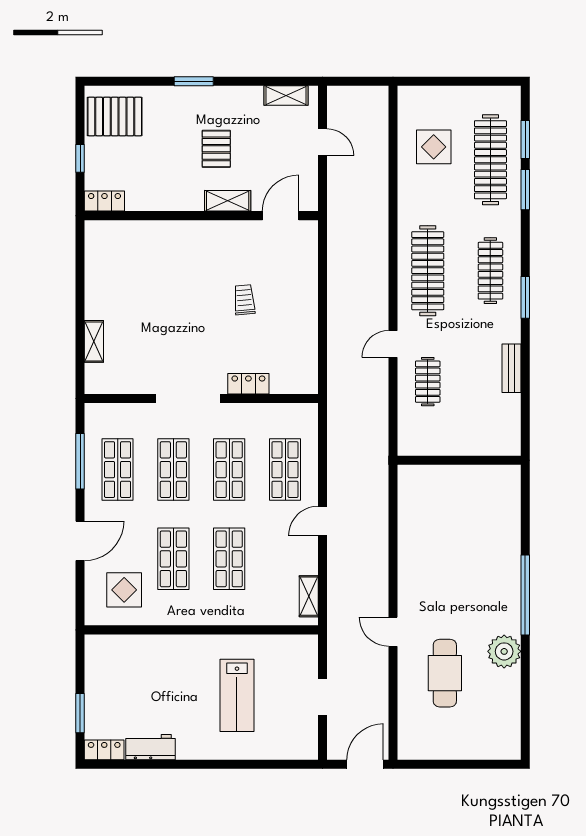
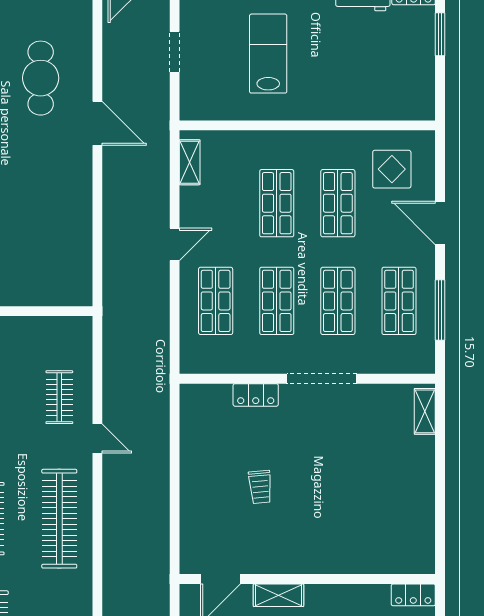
shelving: (94, 341) -> (425, 411), moved
door: (393, 344) -> (97, 438), hinge flipped
door: (80, 541) -> (440, 223), hinge flipped
door: (393, 632) -> (97, 123), width x1.38

